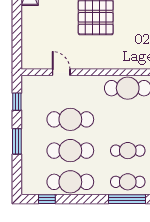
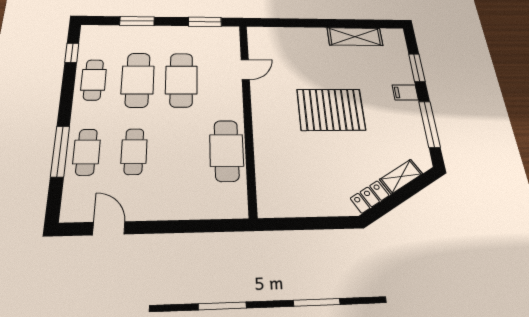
window: (17, 102) -> (205, 22), width x1.50
window: (17, 141) -> (137, 21), moved
cafe table: (70, 182) -> (93, 80), width x0.73, depth x0.74

